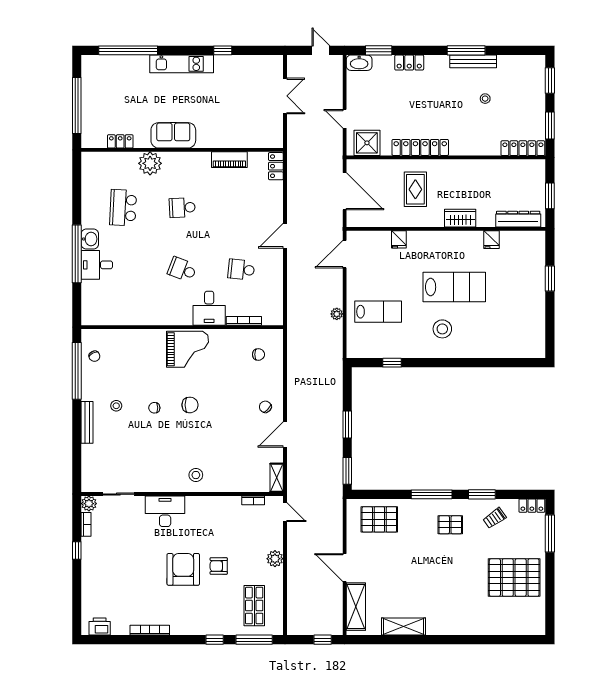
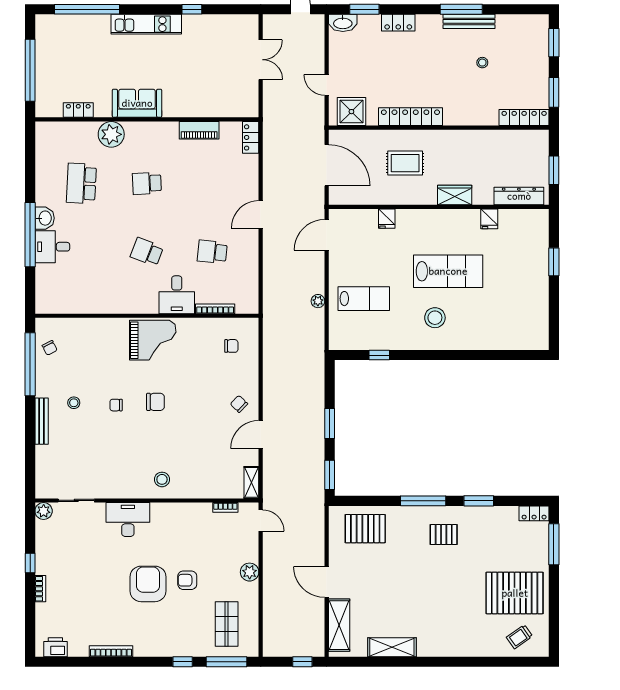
rug: (415, 189) -> (405, 163), turned 90
trolley: (495, 518) -> (520, 637), moved
bookcase: (86, 524) -> (40, 589), moved

